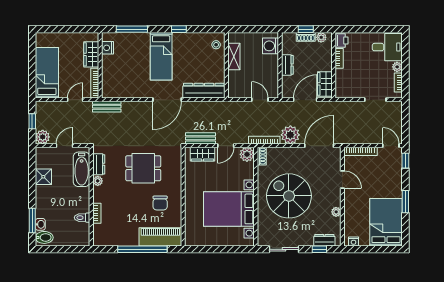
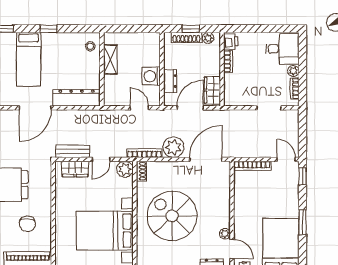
shoe rack: (306, 37) -> (186, 37), width x1.43
washing machine: (271, 46) -> (151, 76), moved
dresser: (287, 65) -> (170, 81), moved
door: (342, 180) -> (232, 249), moved

